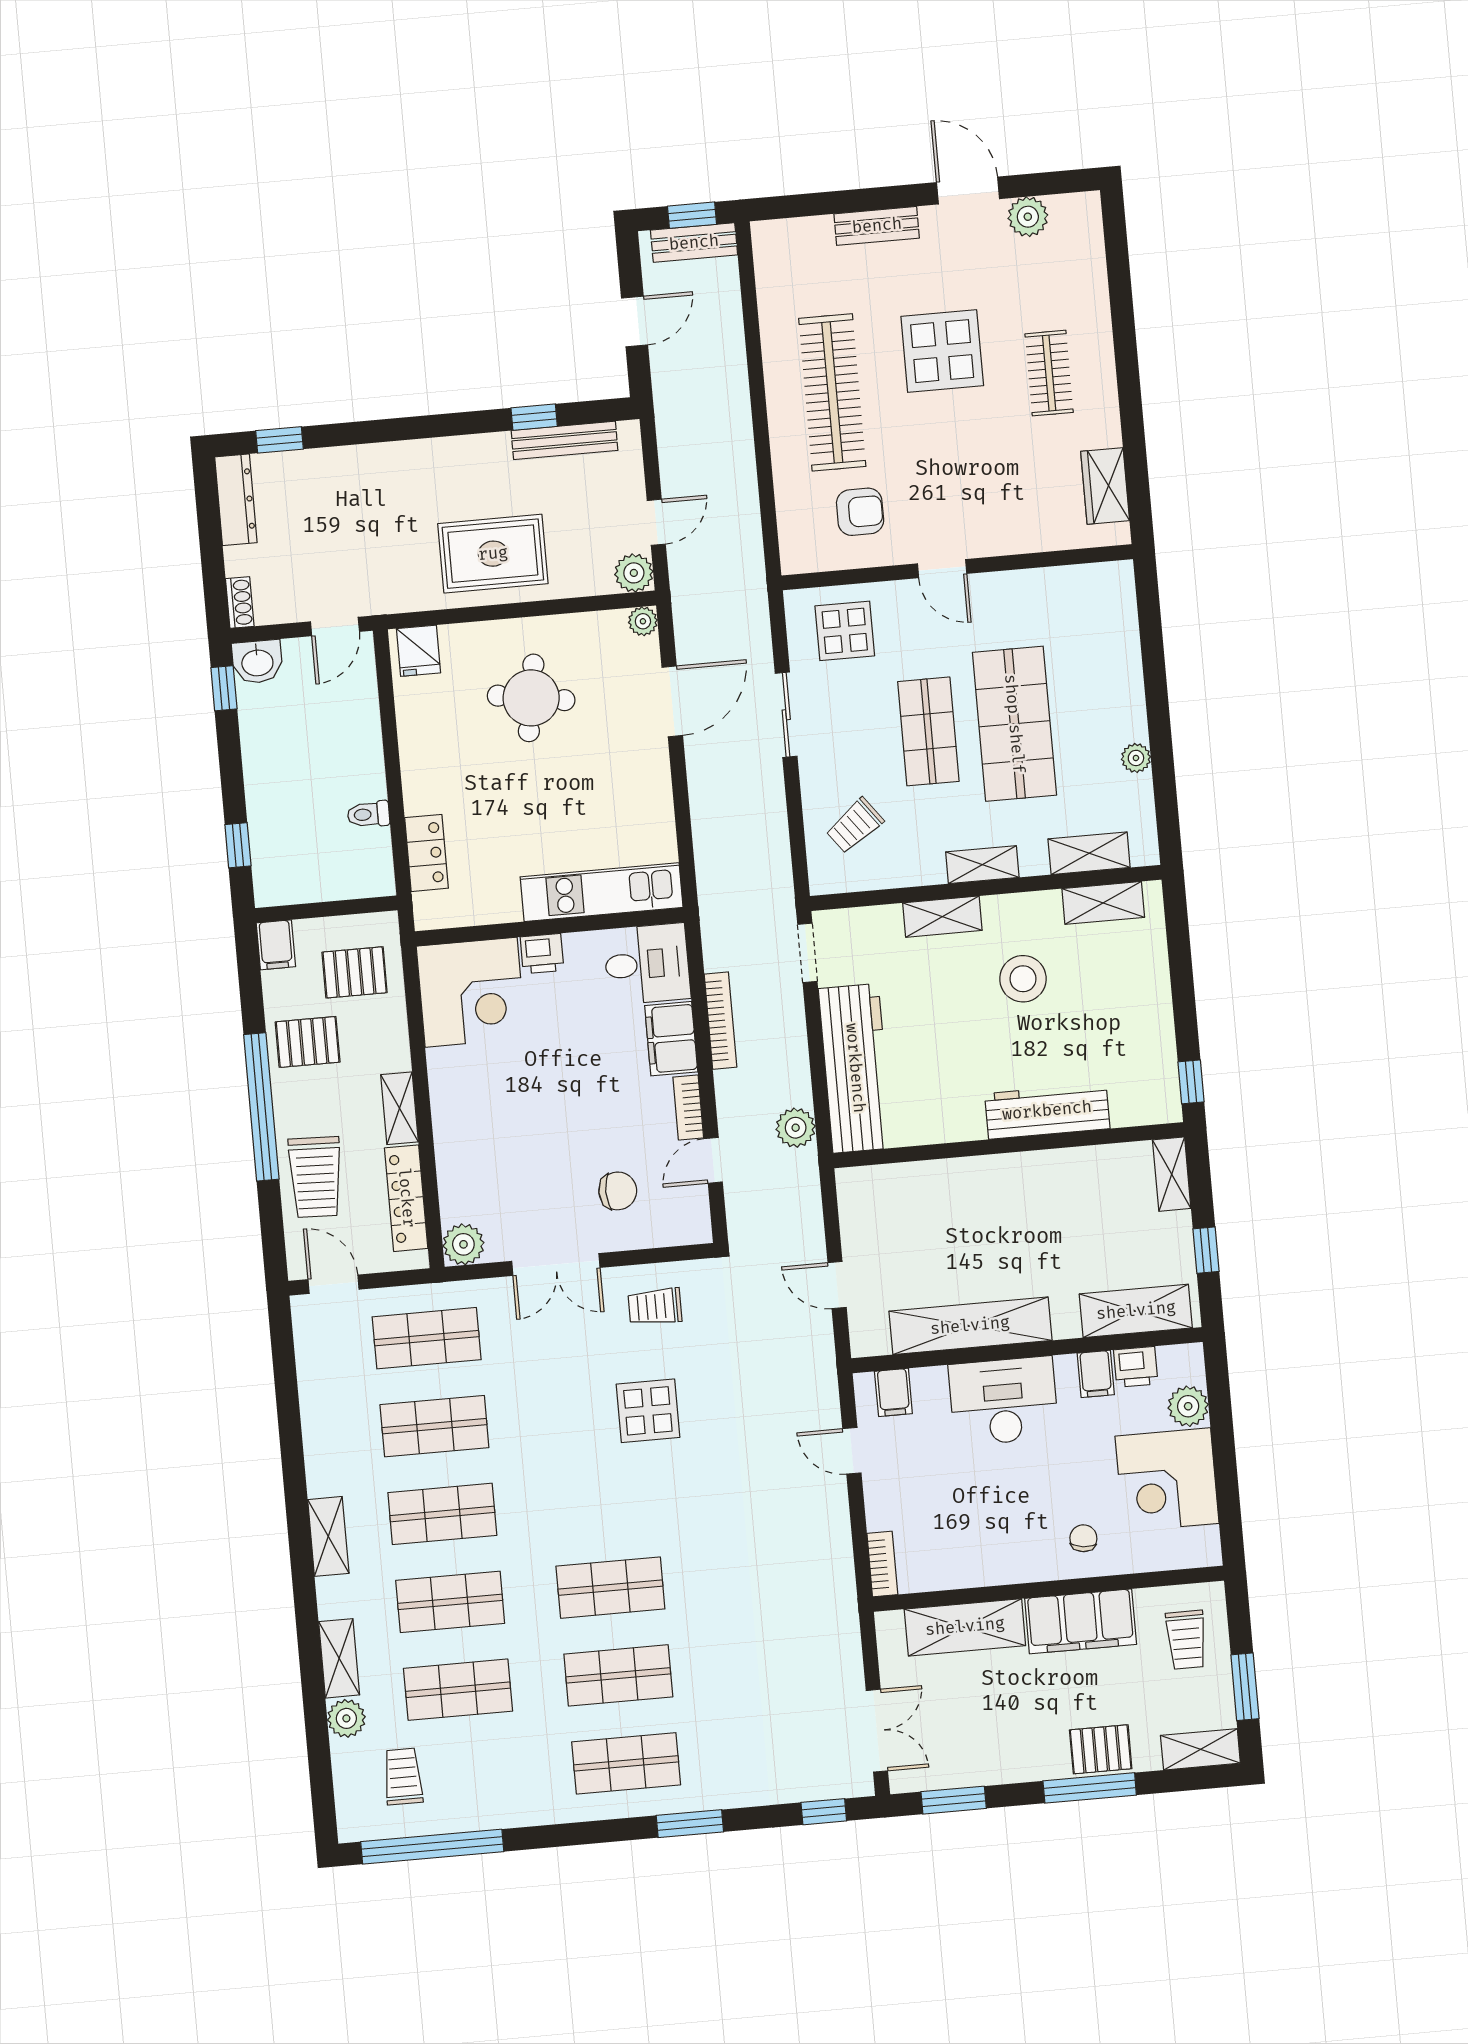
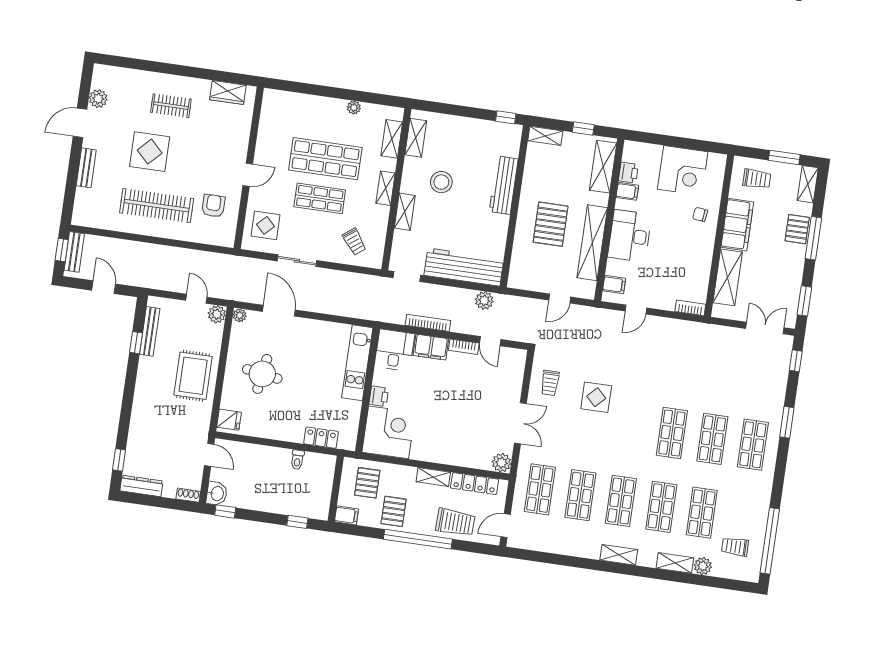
chair: (618, 1191) -> (494, 387), removed
pallet: (989, 1229) -> (551, 224), added
plant: (1188, 1406) -> (652, 153), removed

